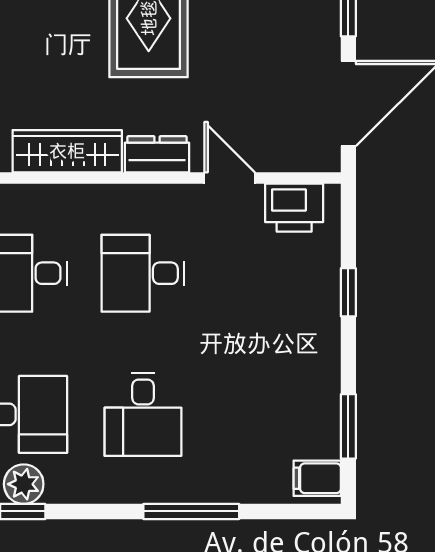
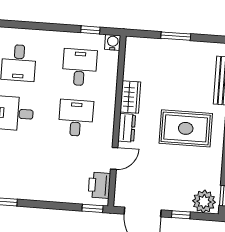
wardrobe: (67, 151) -> (130, 97), width x0.67
window: (348, 292) -> (93, 208), moved

